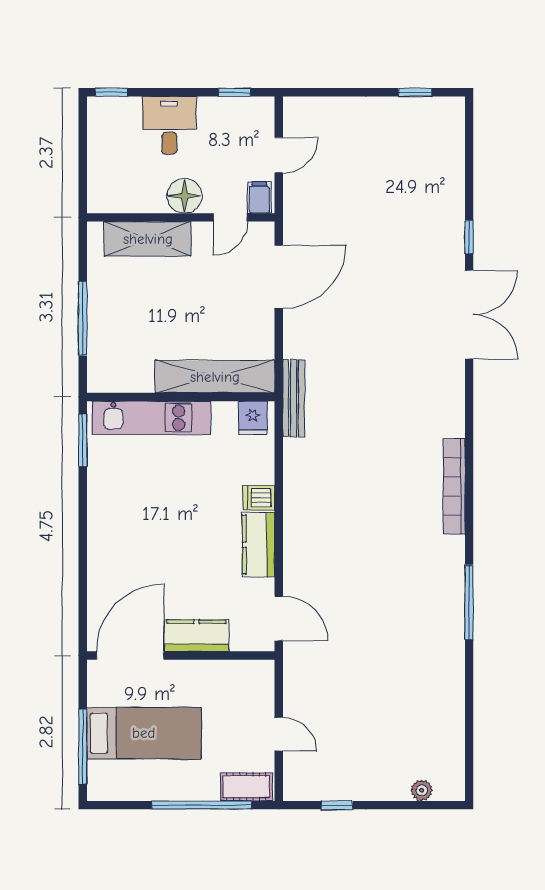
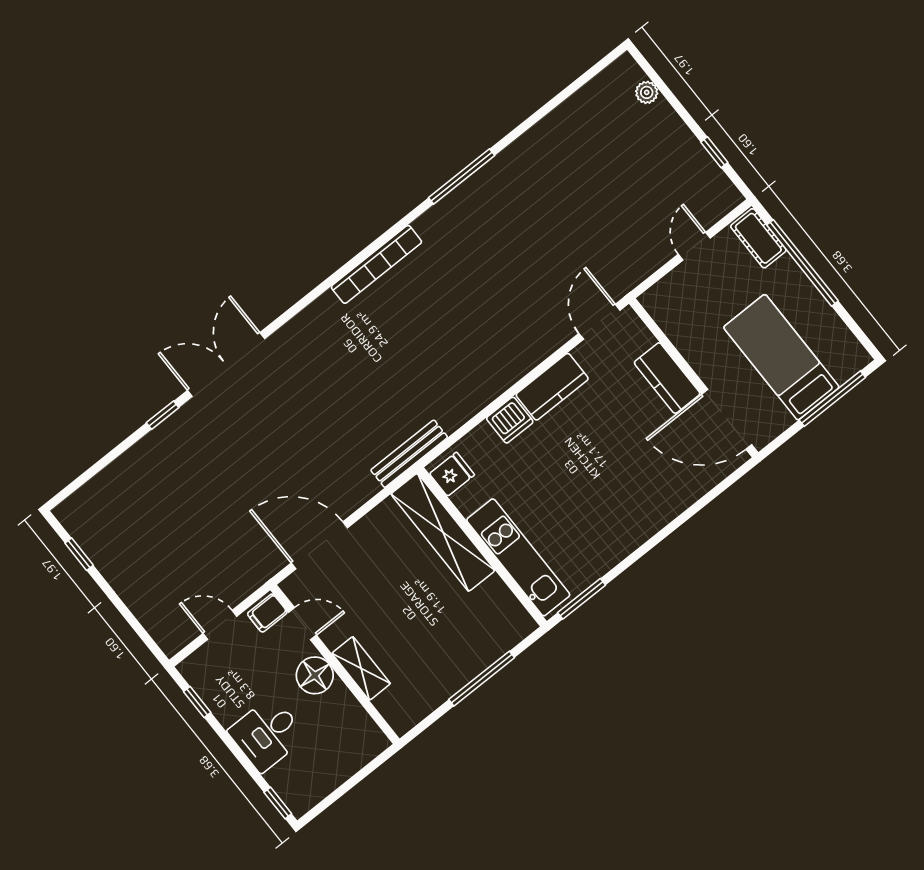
shelving: (148, 239) -> (361, 668), width x0.67, depth x0.75
dishwasher: (259, 498) -> (510, 420), width x1.38

